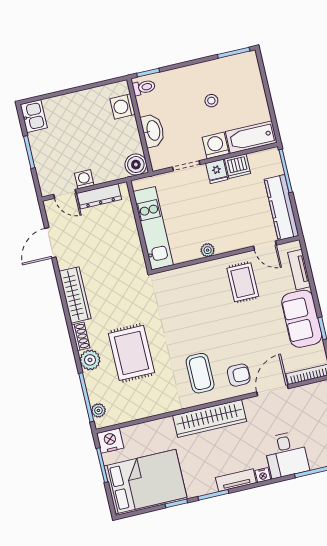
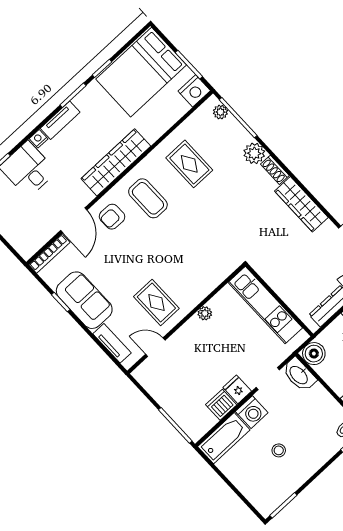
washbasin: (153, 131) -> (299, 375), moved
kitchen counter: (282, 207) -> (160, 390), removed
rug: (131, 353) -> (189, 164), moved, width x0.73, depth x0.70

